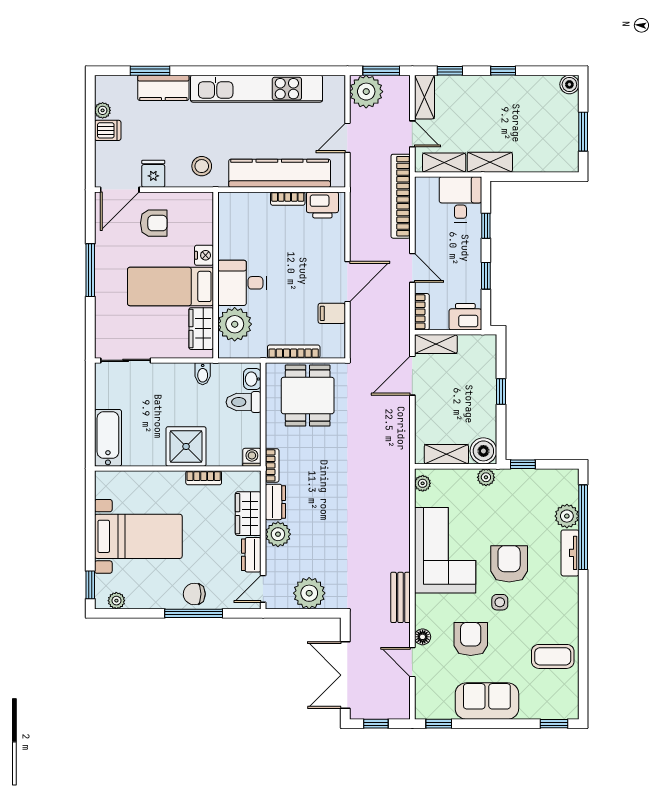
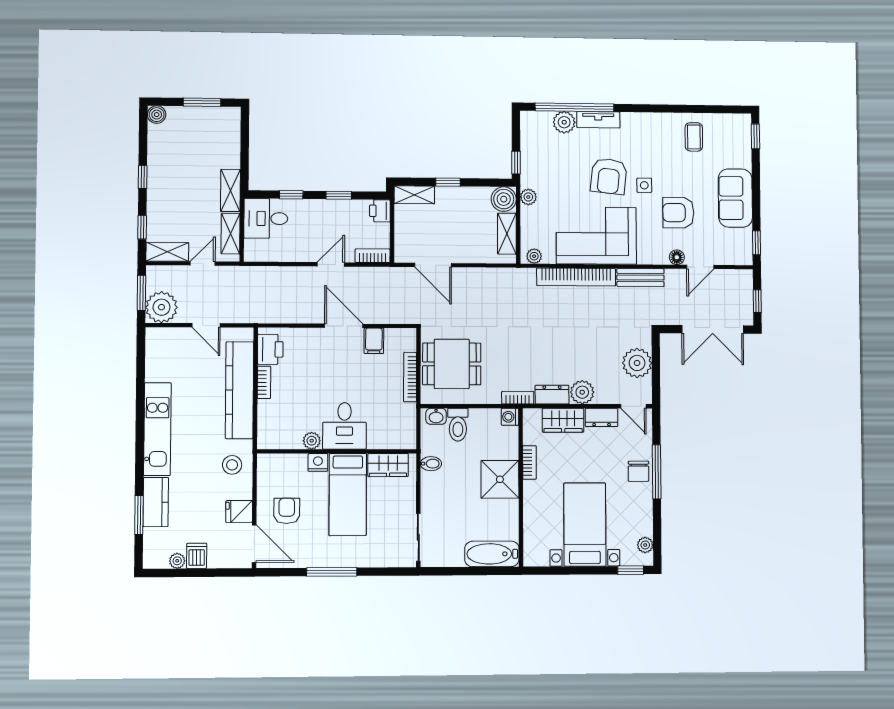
kitchen unit: (257, 89) -> (157, 429), width x0.73
bookcase: (401, 196) -> (576, 277), moved
printer: (465, 317) -> (380, 211), width x0.73, depth x0.81
plant: (235, 324) -> (312, 441), moved, width x0.53, depth x0.53
shelving: (436, 344) -> (414, 195), moved, turned 90
armchair: (509, 564) -> (609, 176), turned -84
coffee table: (553, 656) -> (694, 137), width x0.73, depth x0.77

